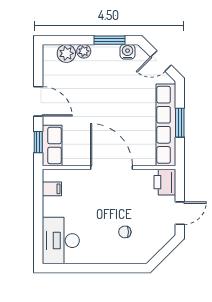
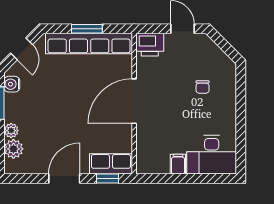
filing cabinet: (52, 189) -> (178, 164), moved

